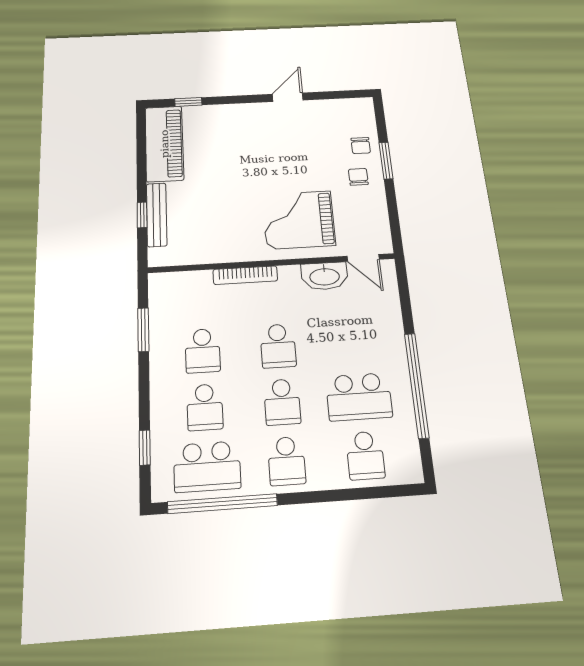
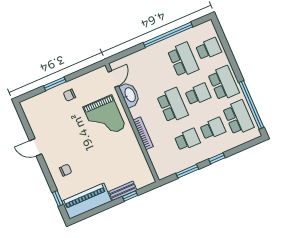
chair: (361, 146) -> (66, 170), moved
bench: (157, 215) -> (123, 191), width x0.73
school desk: (278, 346) -> (172, 105), width x1.85
window: (145, 448) -> (217, 158), moved
school desk: (287, 461) -> (223, 83), width x1.85

